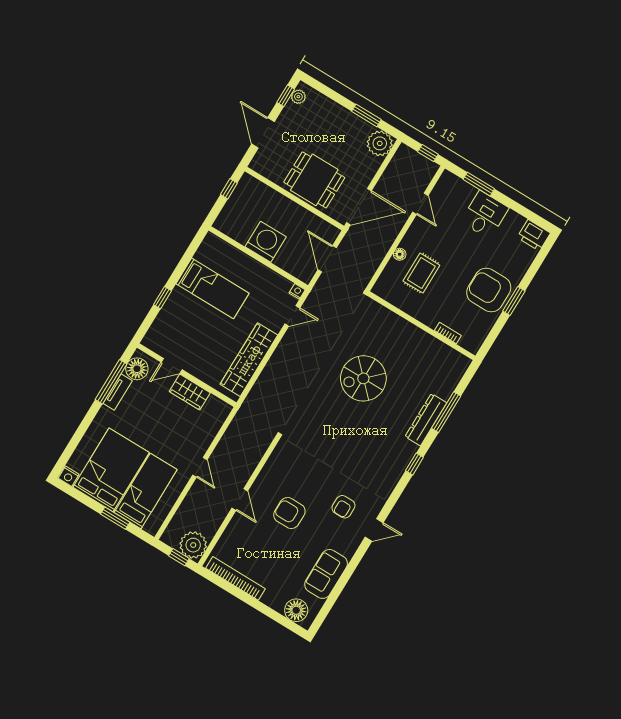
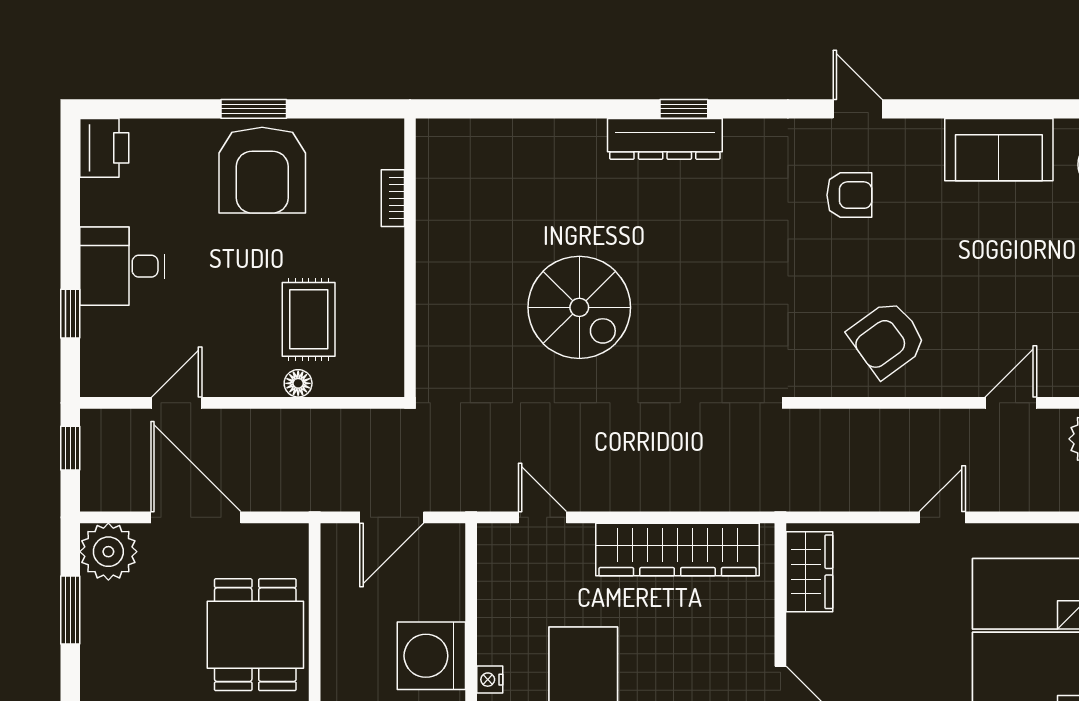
window: (479, 184) -> (70, 314), width x0.67
door: (359, 207) -> (196, 517), moved
rug: (421, 273) -> (309, 319), turned 90
nightstand: (297, 291) -> (490, 680), moved
wardrobe: (190, 392) -> (809, 572), moved
window: (446, 412) -> (547, 109), removed
dresser: (426, 420) -> (665, 139), moved
door: (240, 500) -> (1011, 403), moved
armchair: (289, 513) -> (887, 339), moved, turned 54

